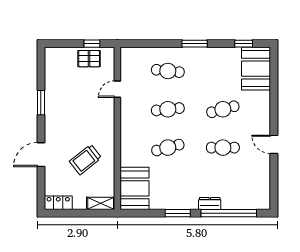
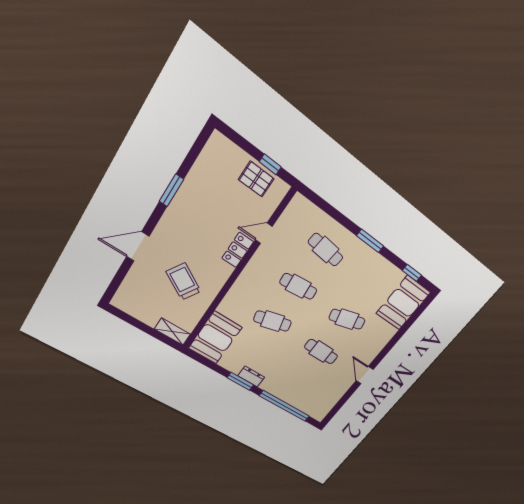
trolley: (85, 160) -> (183, 282), turned 69
locker: (58, 203) -> (238, 250), moved, turned -90
dresser: (210, 204) -> (251, 377), moved

